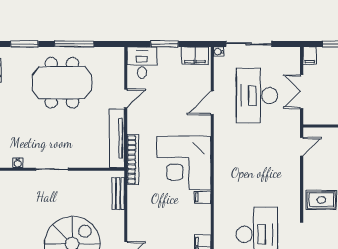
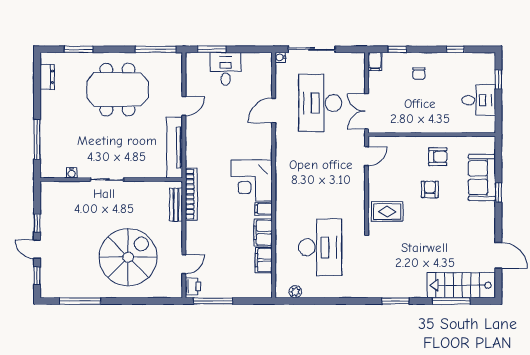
window: (74, 44) -> (156, 49), moved
window: (165, 44) -> (212, 49), moved
filing cabinet: (195, 56) -> (263, 233), moved, turned 90
desk: (142, 63) -> (226, 69), moved
double door: (302, 92) -> (367, 111), moved
bookcase: (133, 160) -> (191, 194), moved
corner desk: (184, 163) -> (252, 180), width x0.74, depth x0.74

